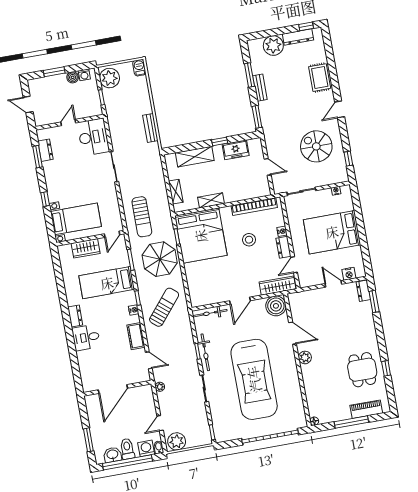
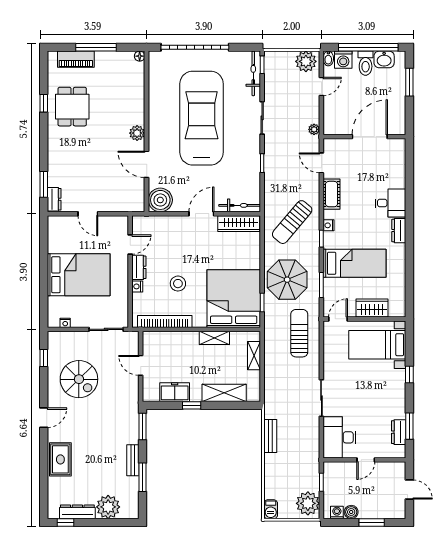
nightstand: (349, 274) -> (68, 222), removed
wardrobe: (277, 286) -> (239, 224), moved
bicycle: (205, 352) -> (253, 73), moved

